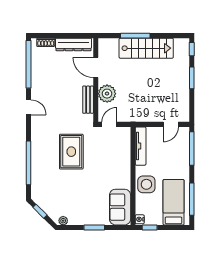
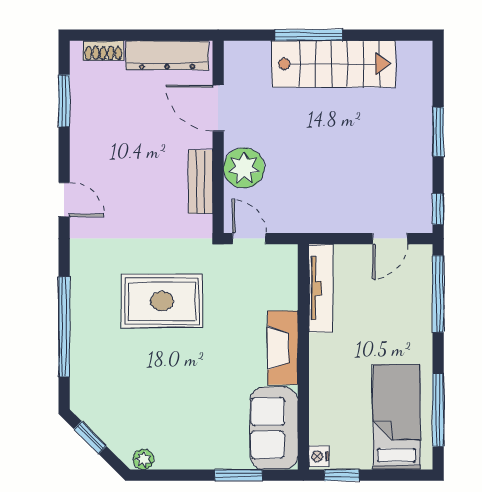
window: (192, 49) -> (438, 209), moved
window: (29, 64) -> (64, 101), width x0.47
door: (109, 124) -> (249, 239), hinge flipped
rug: (71, 152) -> (162, 301), turned 90
fireplace: (124, 172) -> (283, 348), added
side table: (146, 184) -> (334, 376), removed
window: (94, 228) -> (239, 475), moved

